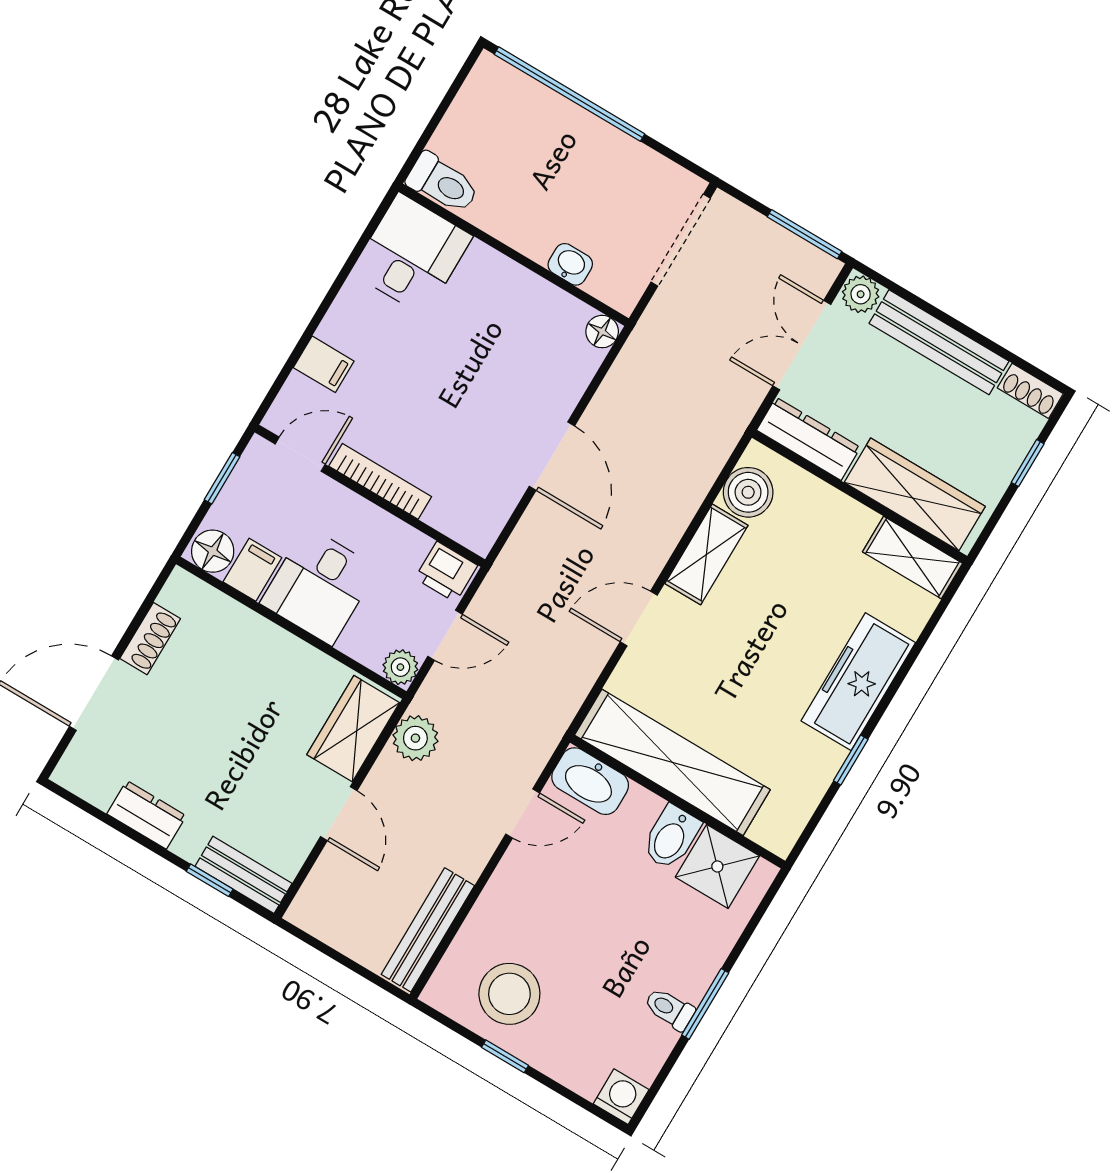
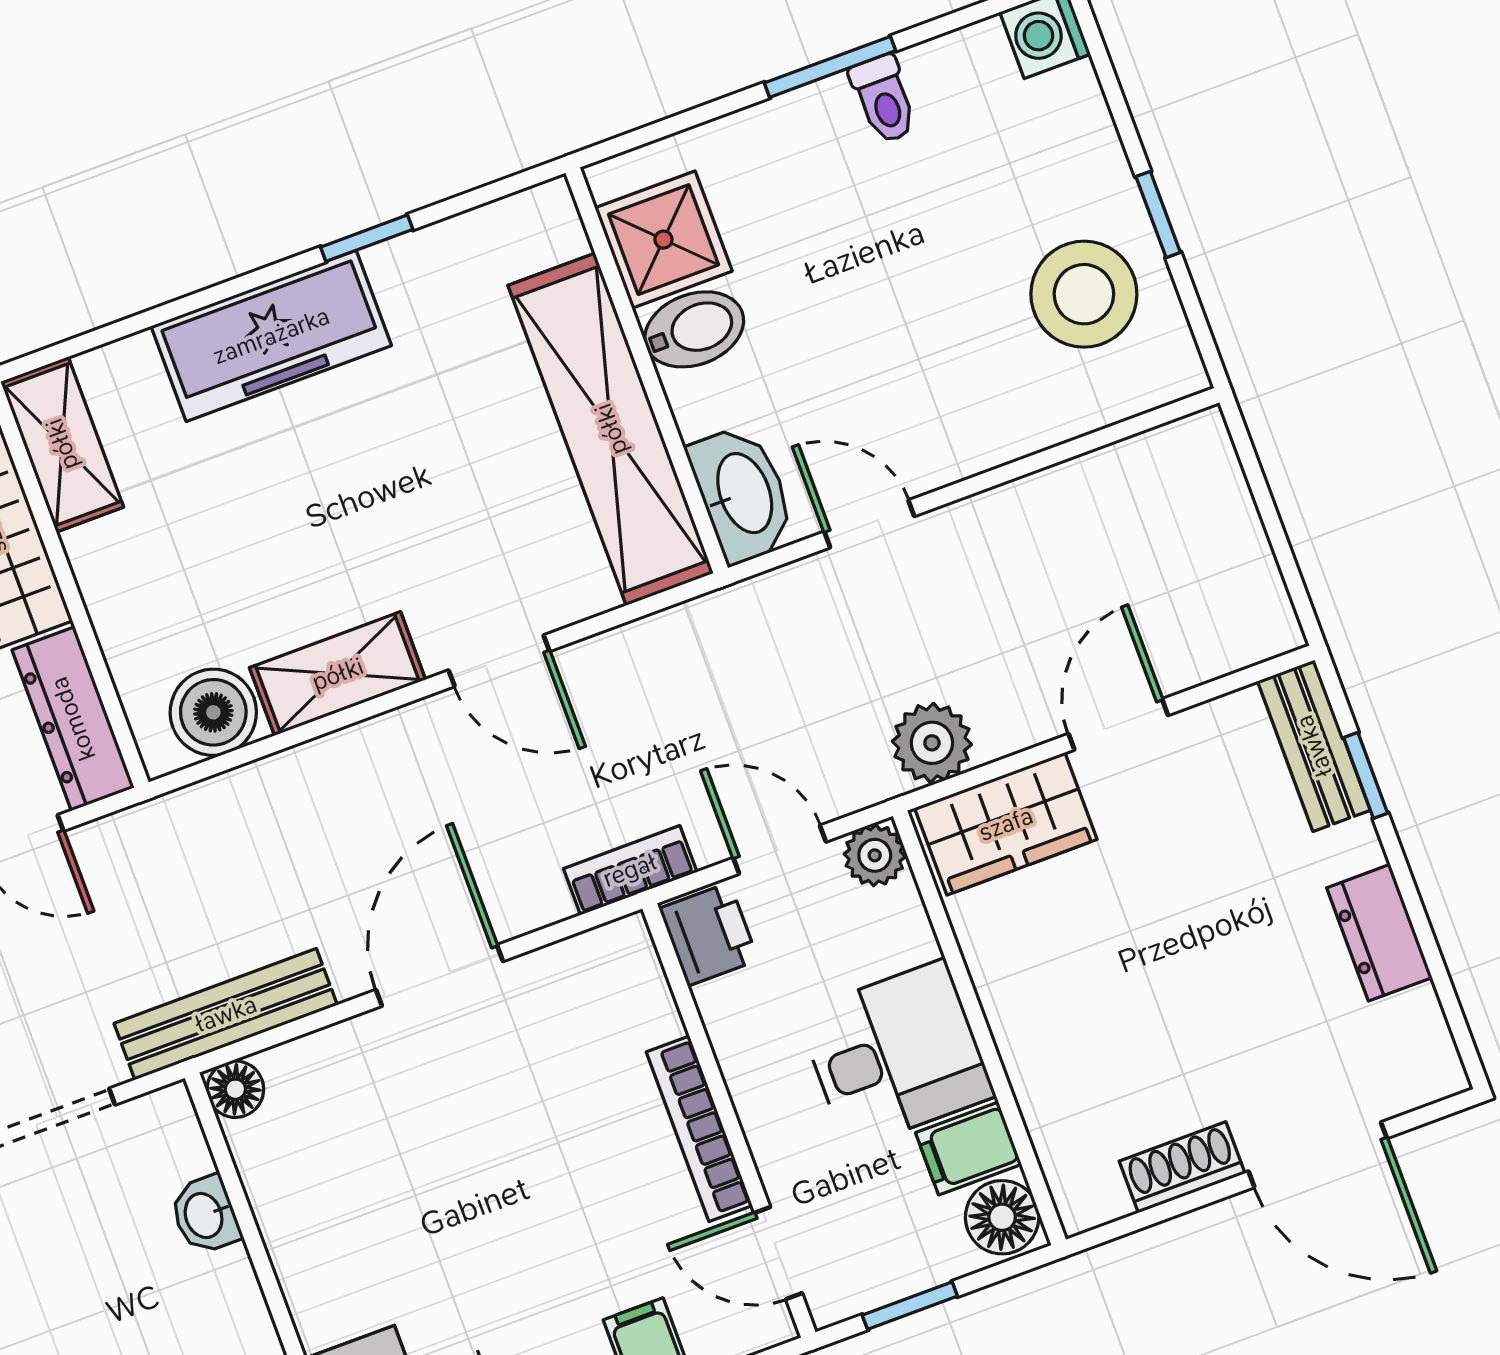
bookcase: (504, 572) -> (630, 870), added
bench: (428, 930) -> (226, 1014), moved

